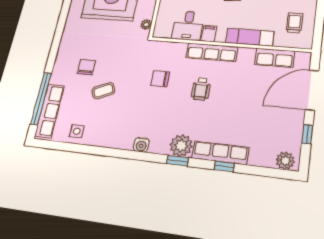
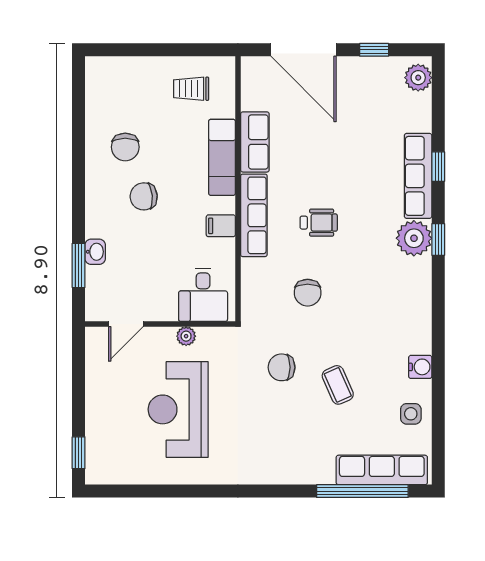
plant: (146, 25) -> (186, 336), moved
desk: (188, 26) -> (203, 295), moved, turned 90
row of seats: (275, 58) -> (255, 142), moved
chair: (86, 67) -> (282, 367), moved
water cooler: (141, 145) -> (420, 367), moved

